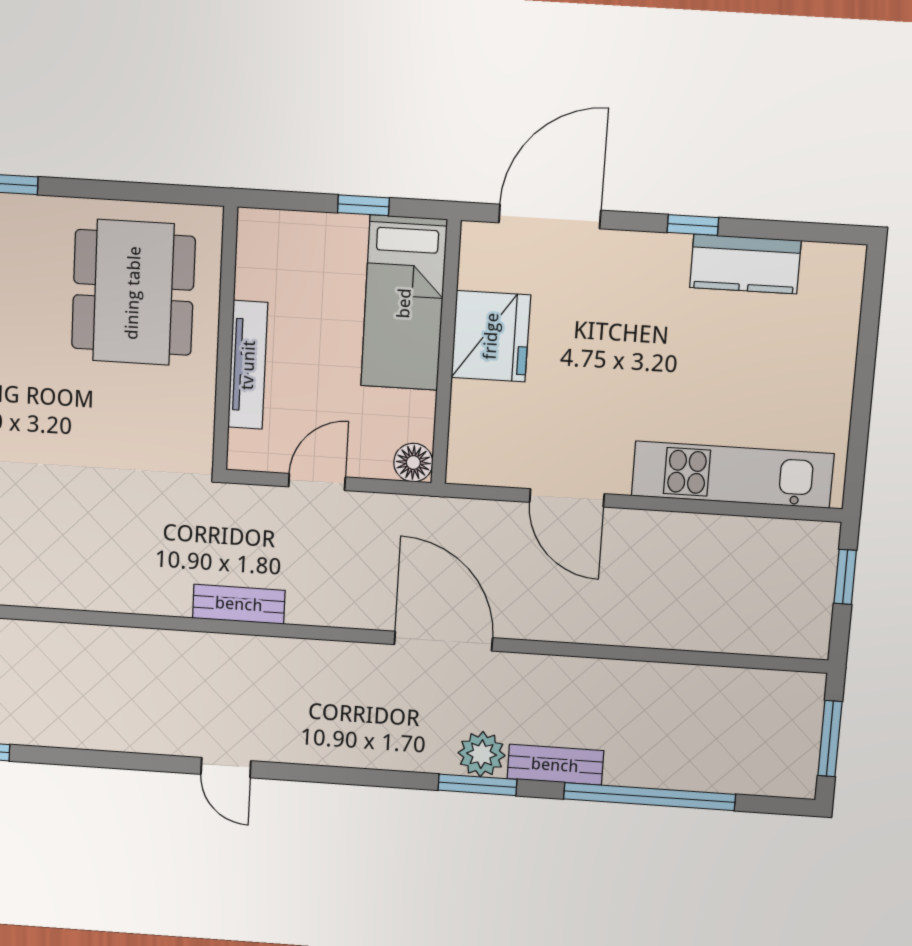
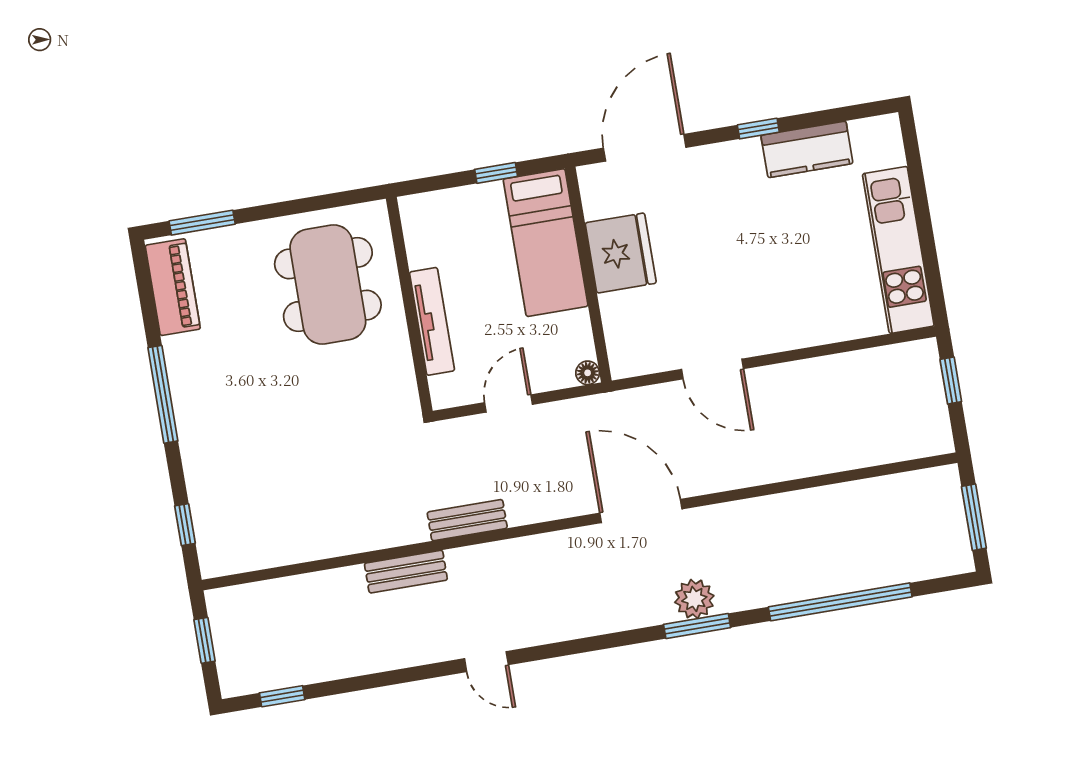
floor lamp: (413, 463) -> (588, 373), width x0.73, depth x0.73
kitchen unit: (733, 475) -> (898, 250), moved, turned -90
bench: (555, 765) -> (406, 572), moved

